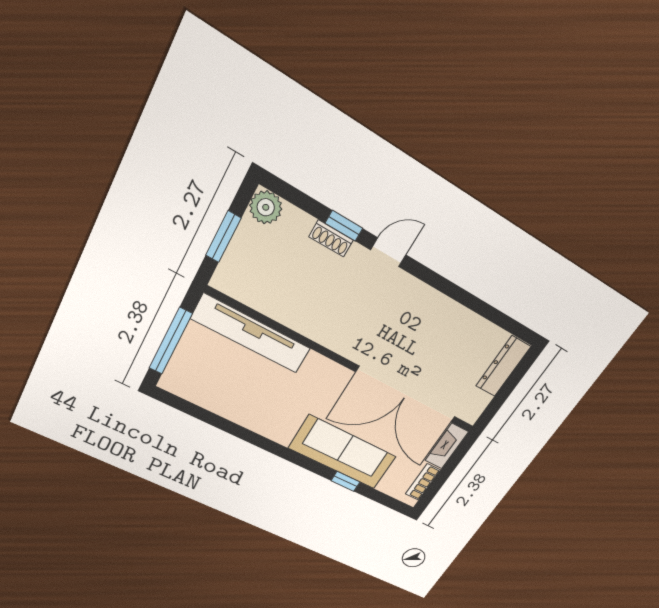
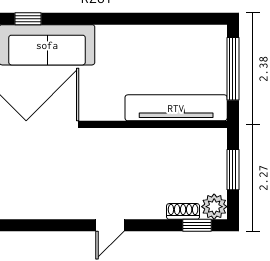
window: (344, 226) -> (197, 225), moved
shoe rack: (331, 238) -> (183, 211), moved

